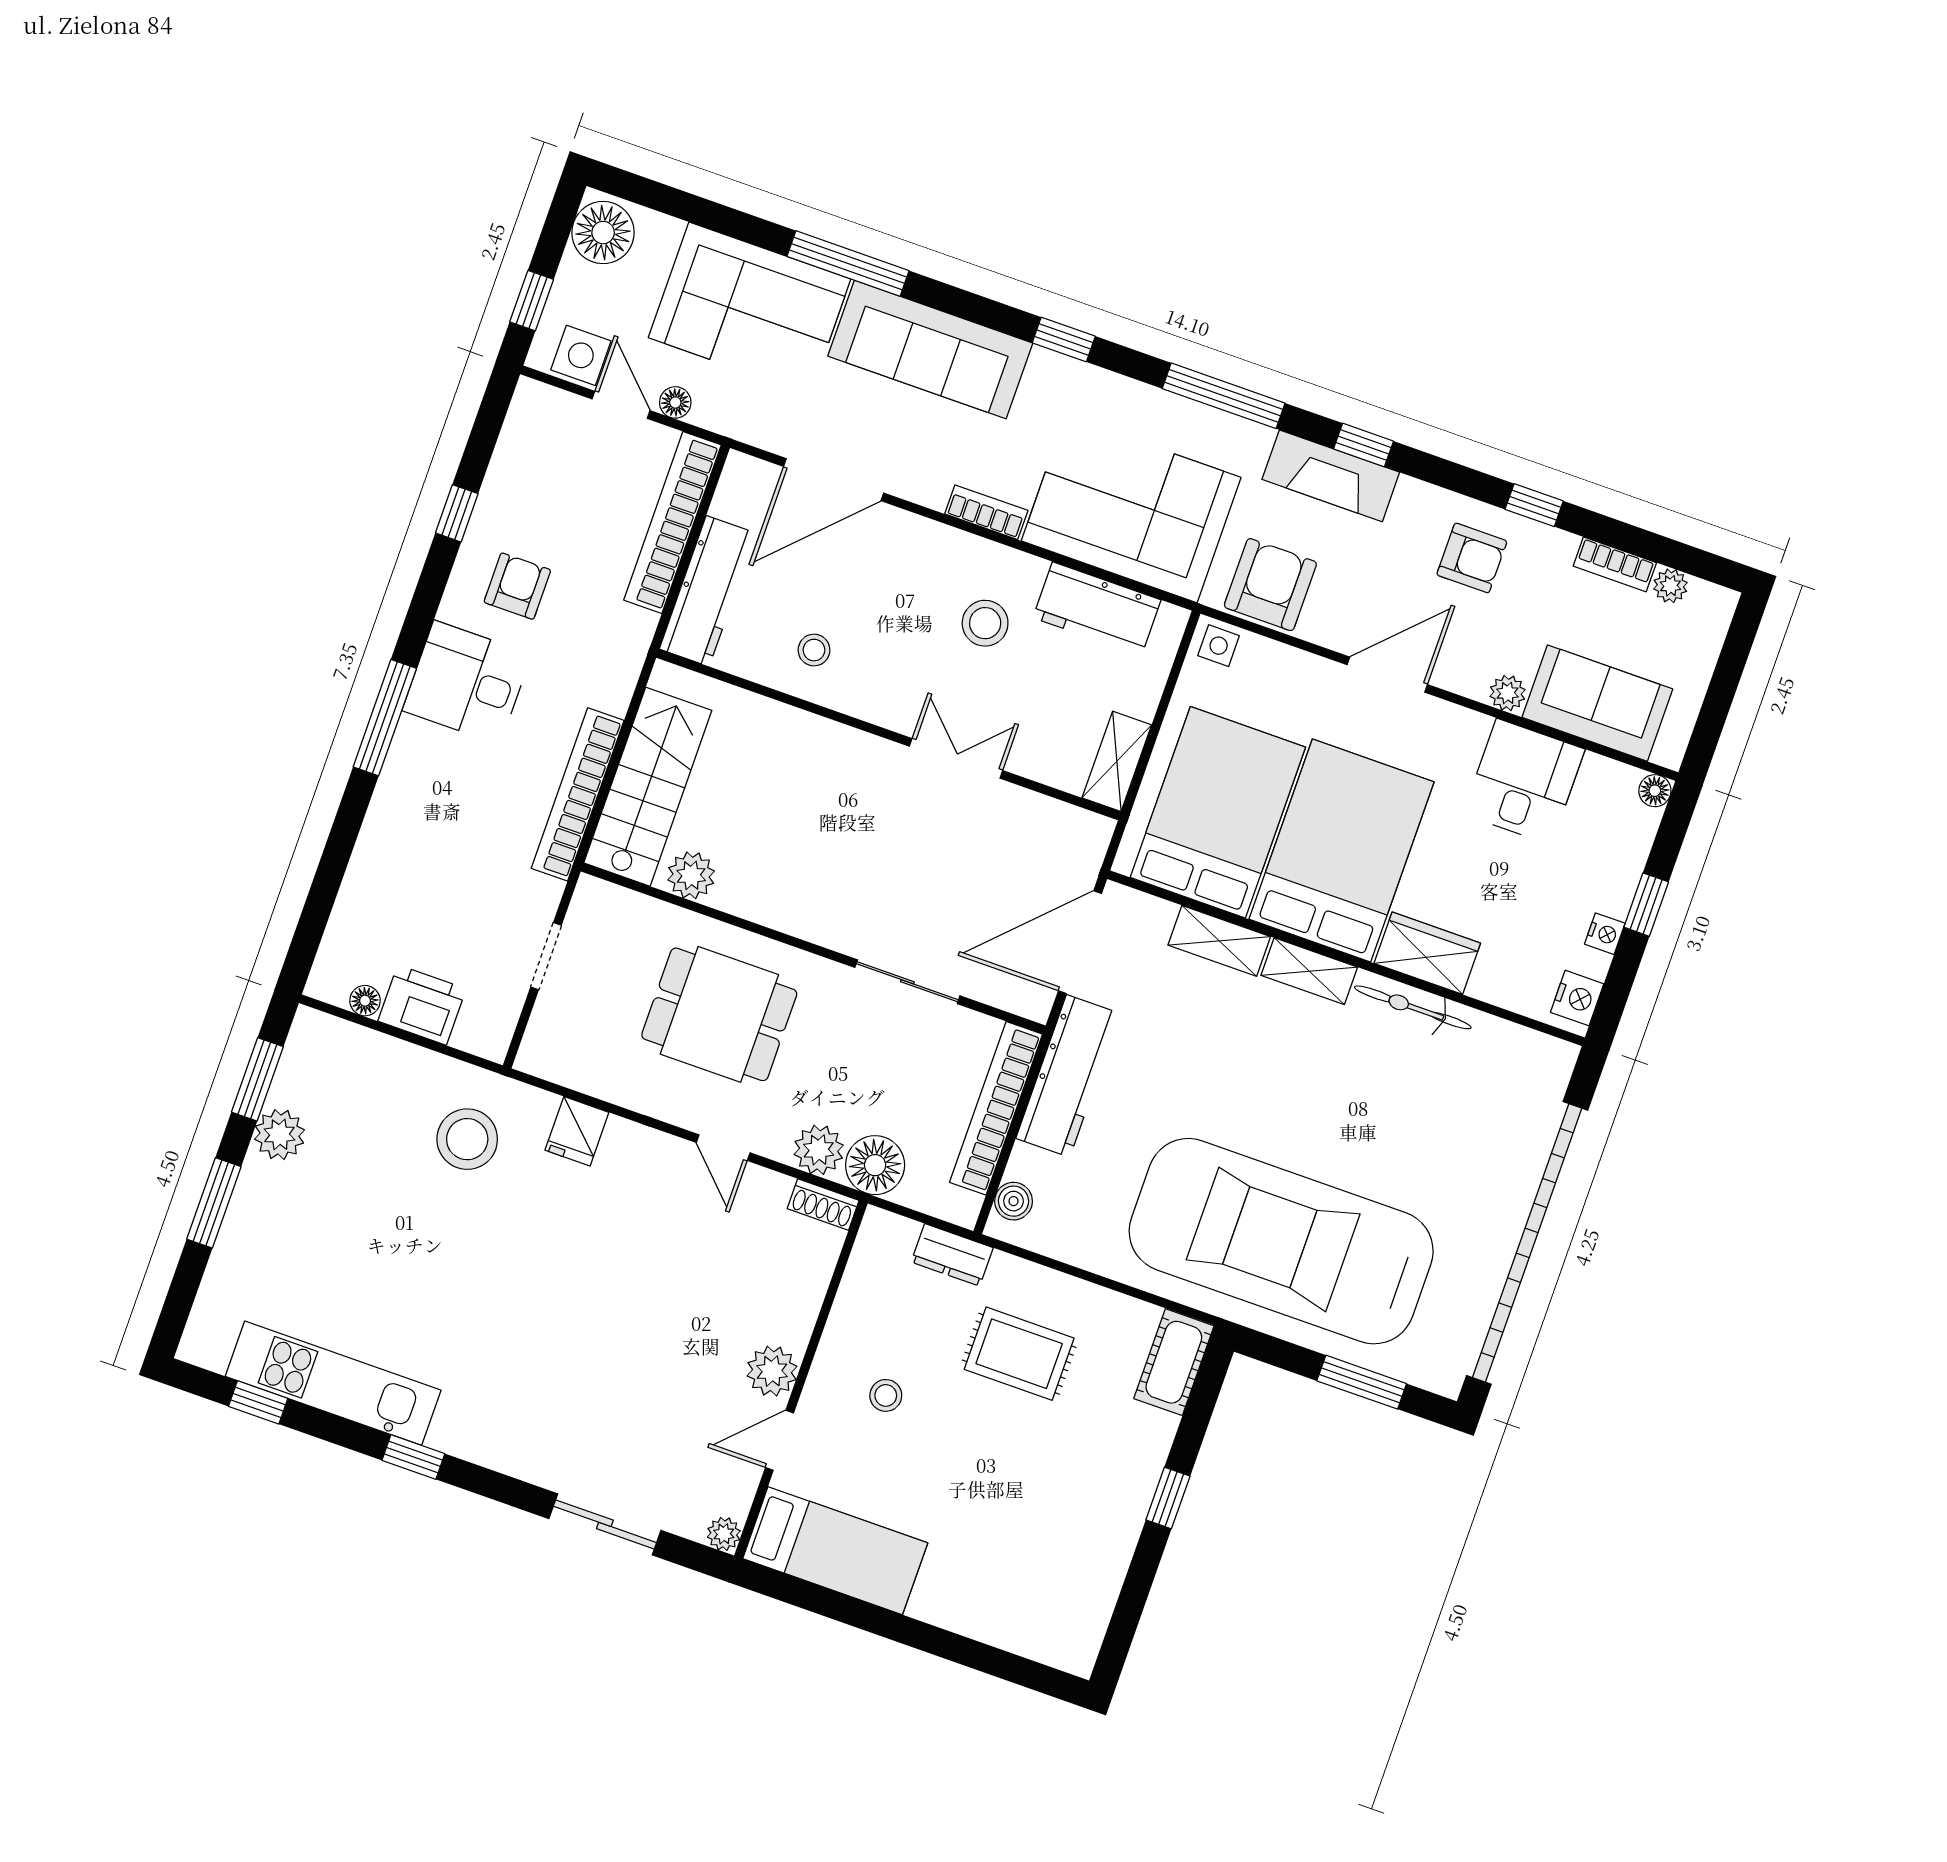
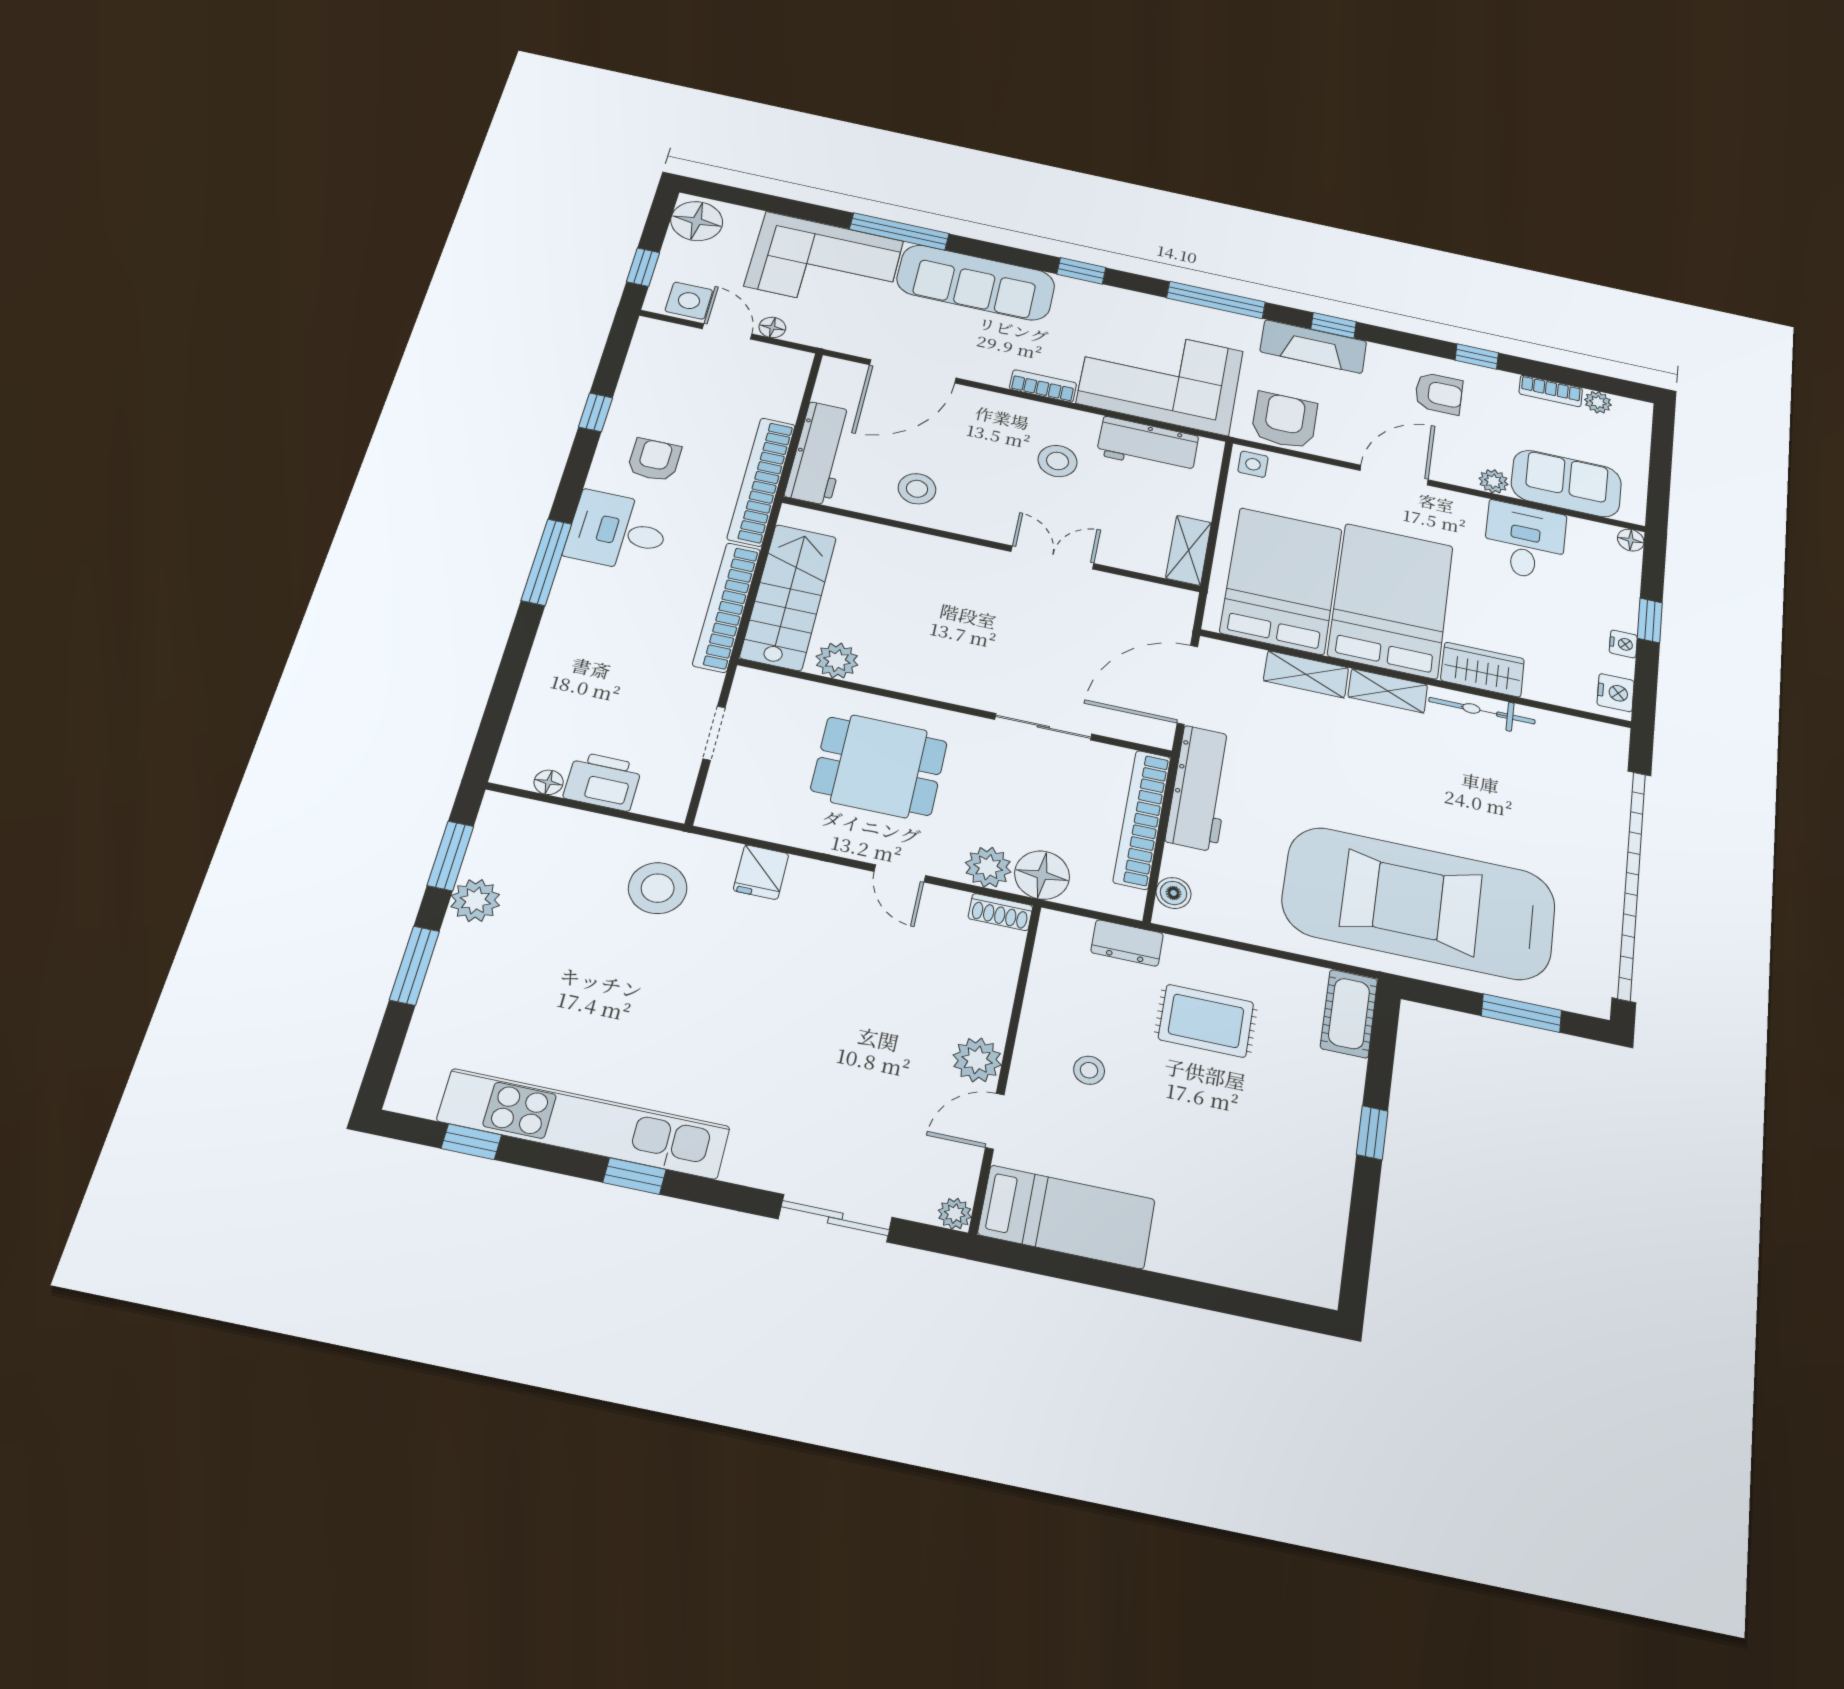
bookcase: (672, 522) -> (761, 481), moved
stool: (814, 650) -> (917, 489), width x1.37, depth x1.37
kitchen unit: (333, 1383) -> (584, 1124), width x1.36

